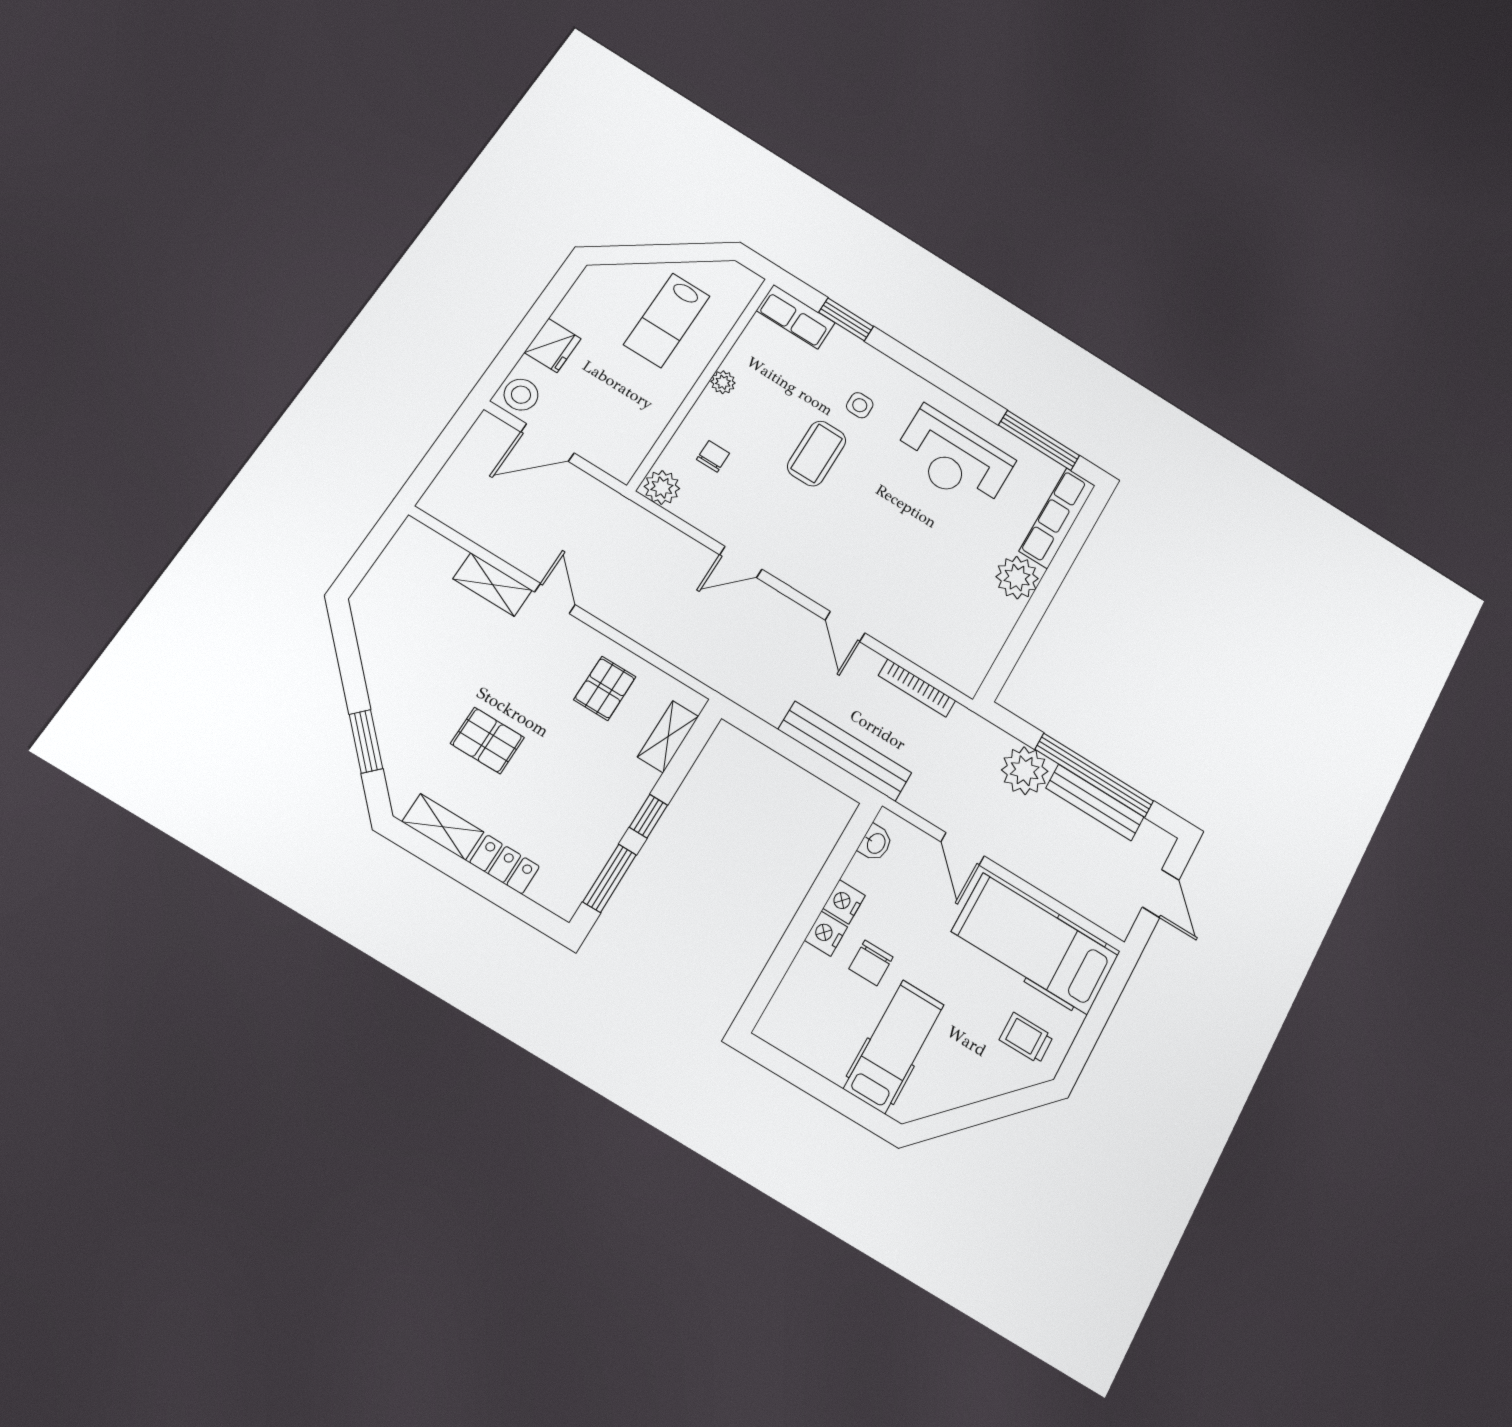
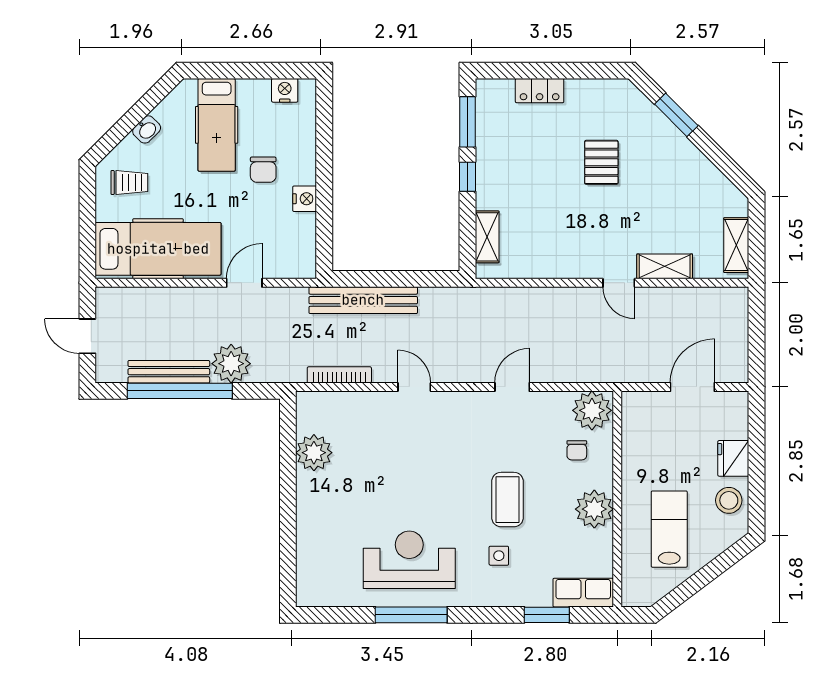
plant: (723, 382) -> (594, 509), width x1.87, depth x1.87
stool: (521, 395) -> (729, 500), moved
window: (1039, 440) -> (411, 615), moved
plant: (662, 487) -> (592, 410), width x1.36, depth x1.36
row of seats: (1057, 518) -> (310, 564), removed
plant: (1017, 578) -> (314, 453), moved
pallet: (605, 688) -> (548, 243), removed
pallet: (487, 740) -> (601, 162), turned 90
shelving: (443, 827) -> (736, 245), moved, turned 90
washbasin: (876, 843) -> (147, 129), moved, turned -135
door: (963, 849) -> (244, 283), hinge flipped
nightstand: (826, 934) -> (285, 90), moved, turned -90
chair: (871, 963) -> (263, 170), turned 180

